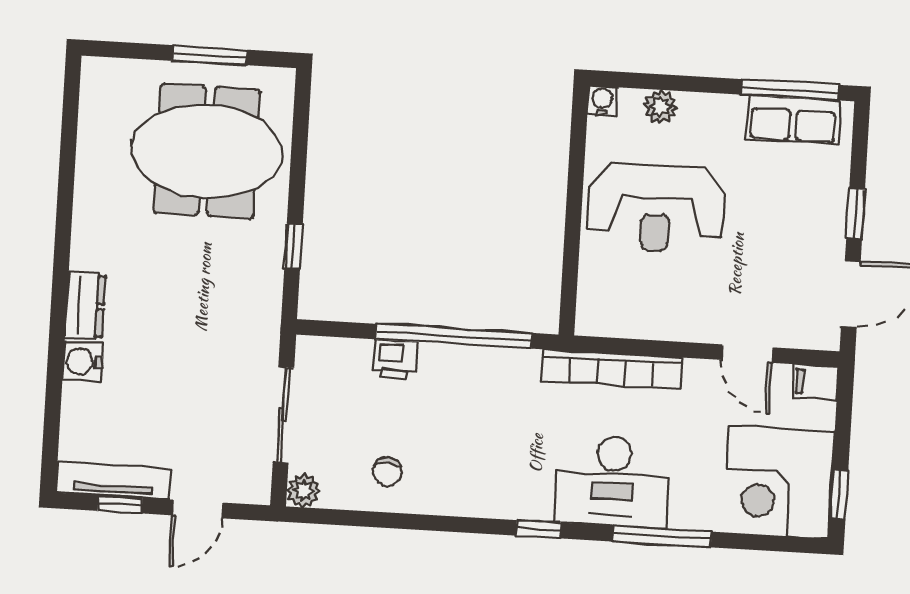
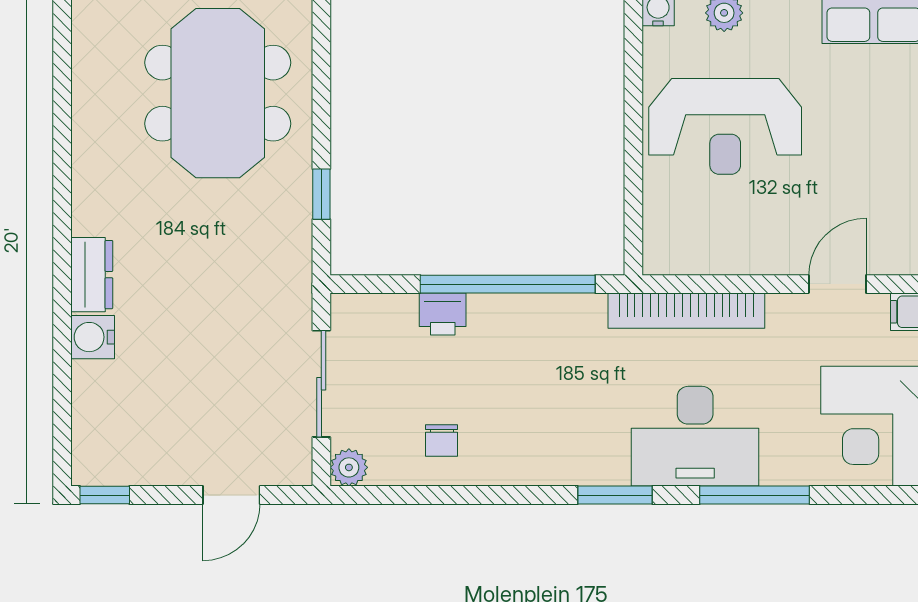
meeting table: (207, 151) -> (218, 93), turned 90
door: (747, 354) -> (837, 284), swing flipped
tv unit: (113, 481) -> (135, 469), removed
window: (120, 504) -> (105, 495), moved
window: (538, 529) -> (615, 495), width x1.50

